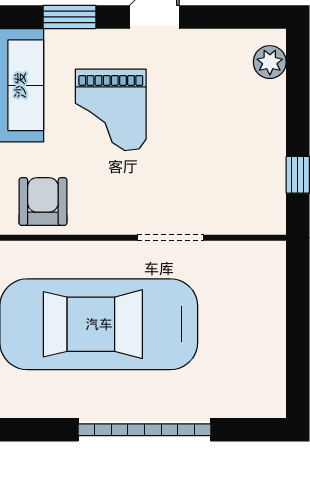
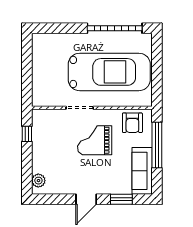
grand piano: (111, 110) -> (95, 140), moved, turned -90
garage door: (144, 430) -> (115, 28), moved

